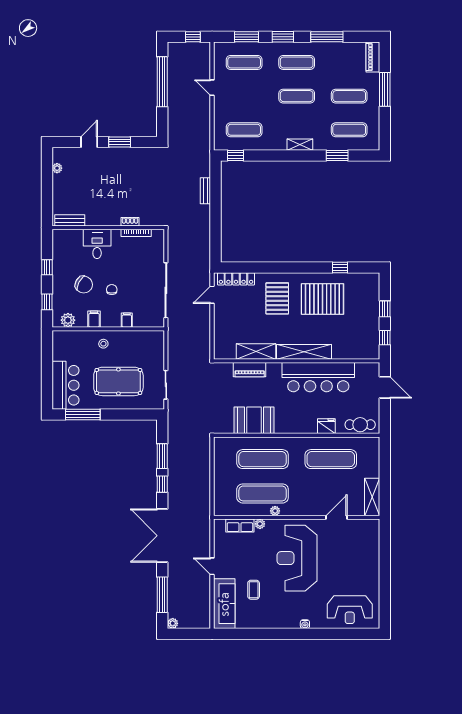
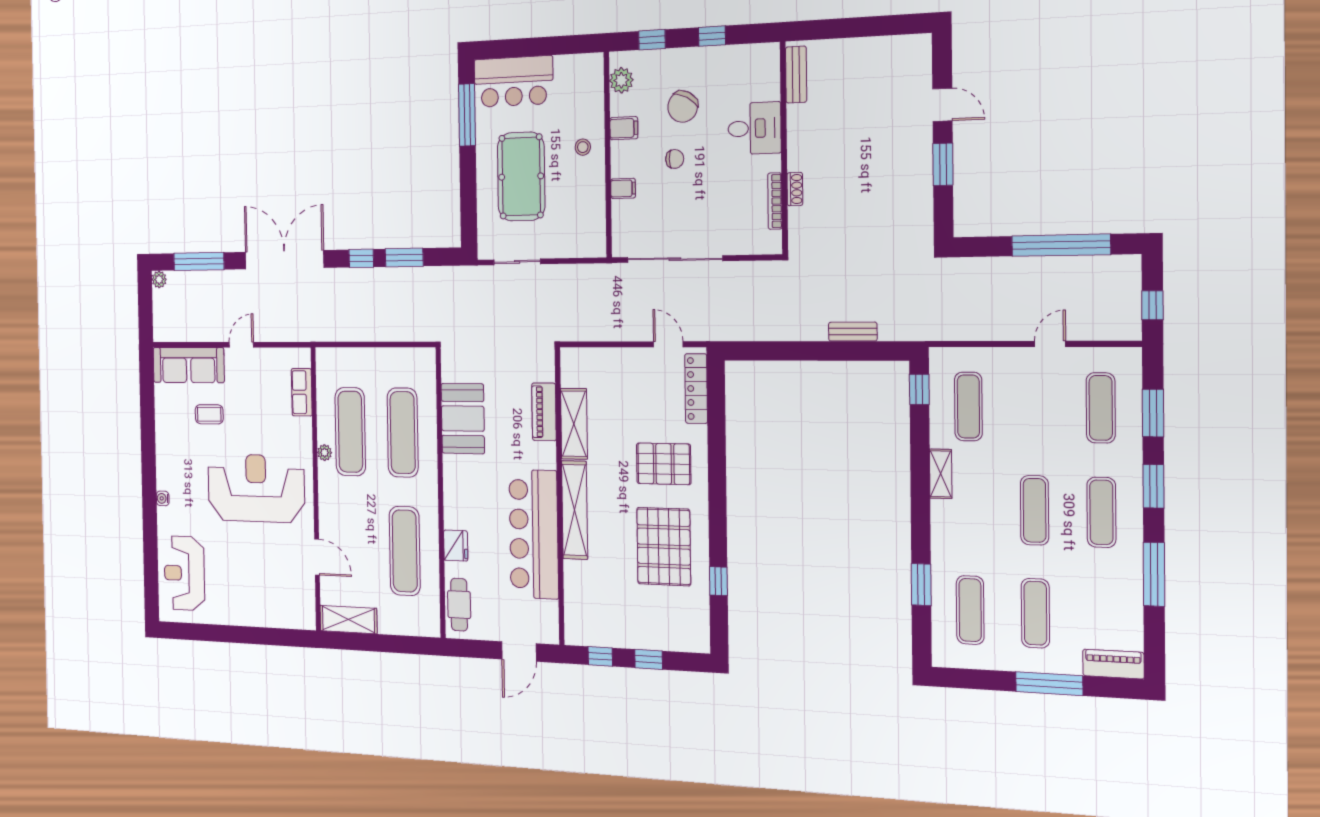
shelving: (300, 145) -> (941, 474), moved
plant: (57, 168) -> (892, 45), removed
plant: (260, 524) -> (305, 426), removed

